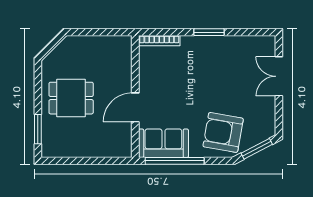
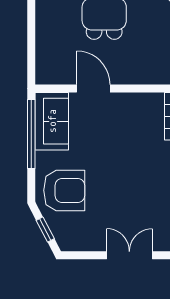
armchair: (223, 132) -> (64, 190), turned 80
window: (257, 149) -> (45, 230), width x0.67

